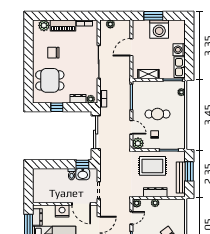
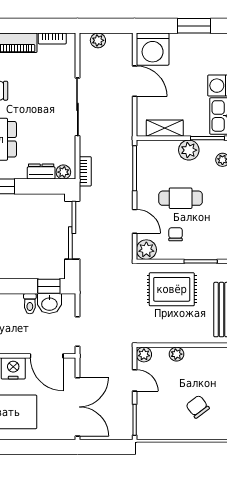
window: (153, 16) -> (194, 26), moved
washing machine: (159, 29) -> (153, 49), moved
door: (131, 47) -> (135, 81), swing flipped
plant: (162, 87) -> (189, 150), added
dresser: (155, 192) -> (177, 335), removed
door: (131, 218) -> (135, 380), hinge flipped

